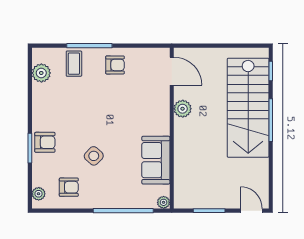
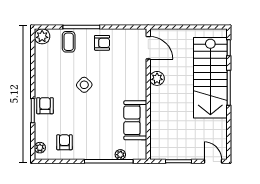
plant: (41, 73) -> (42, 36), moved
armchair: (45, 142) -> (45, 106), turned -90
side table: (94, 156) -> (84, 85), moved
armchair: (69, 187) -> (64, 142), turned -90
plant: (164, 202) -> (120, 155), moved

